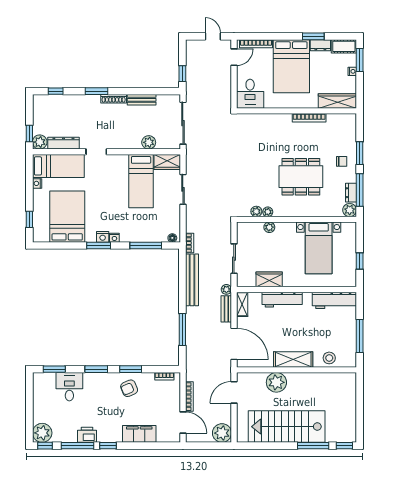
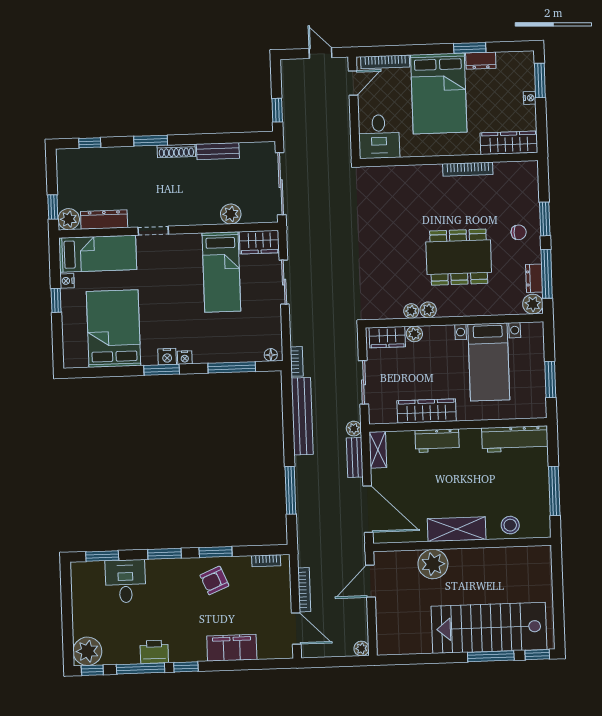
cot: (344, 46) -> (516, 61), removed
plant: (256, 211) -> (428, 310), moved
window: (29, 219) -> (56, 300), moved
wardrobe: (251, 229) -> (387, 337), added
window: (360, 261) -> (550, 379), width x1.50
wardrobe: (269, 279) -> (427, 411), width x1.50
workbench: (282, 300) -> (437, 441), width x0.73
stairs: (287, 427) -> (489, 628), moved
plant: (222, 433) -> (361, 649), width x0.53, depth x0.53

